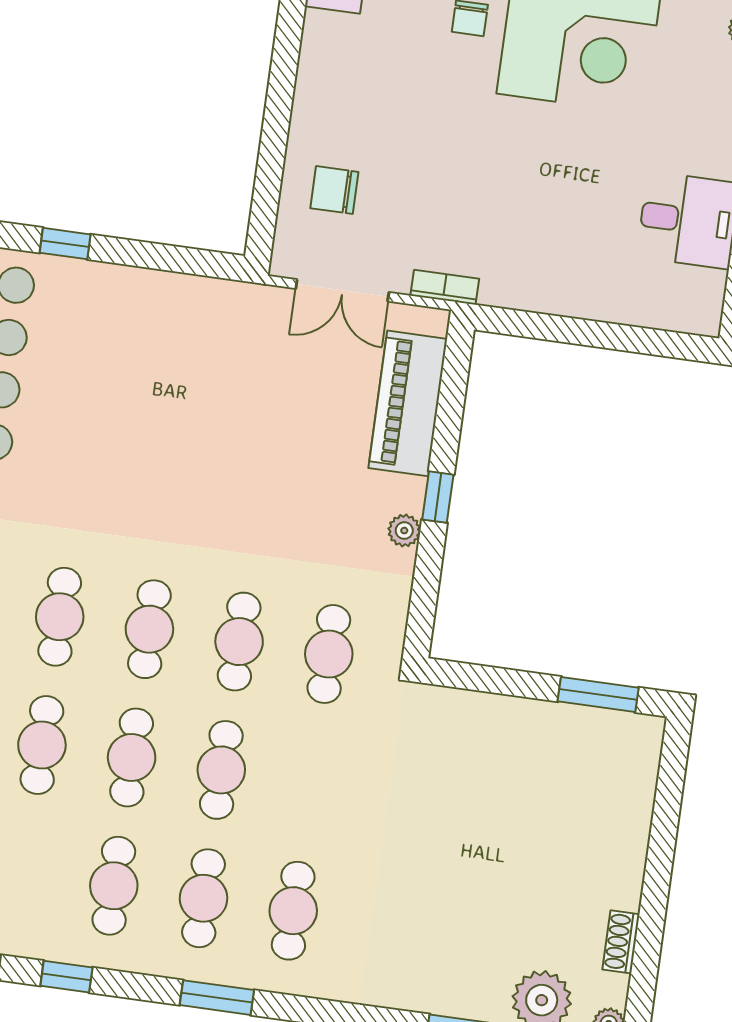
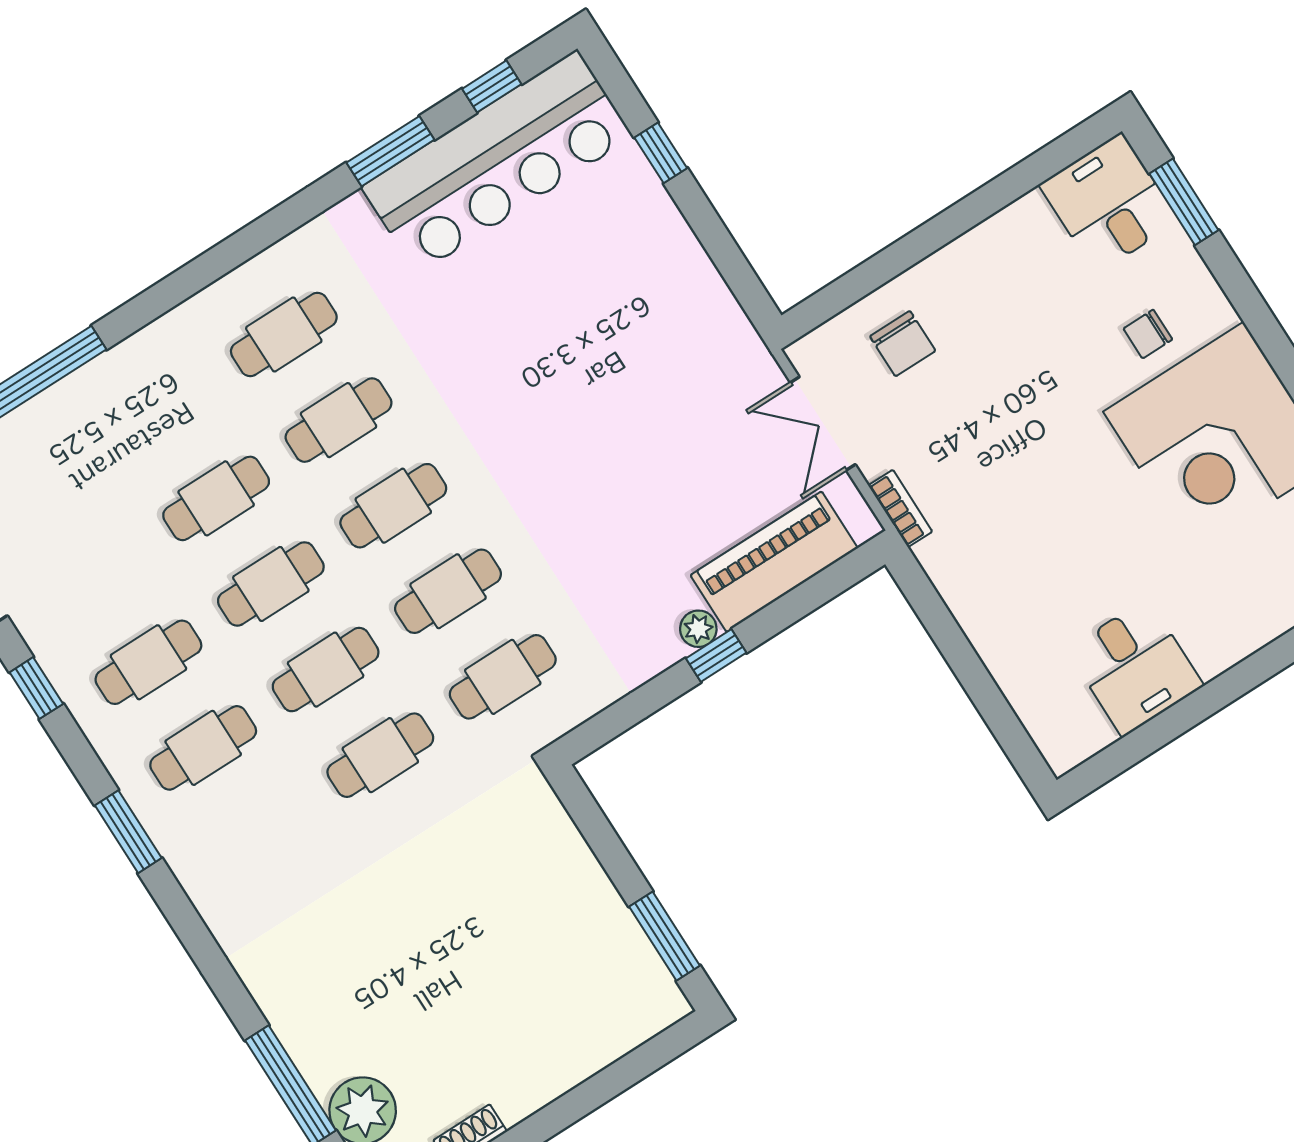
chair: (334, 190) -> (903, 344), turned 180
plant: (404, 531) -> (698, 629), moved
cafe table: (293, 911) -> (380, 755), moved

